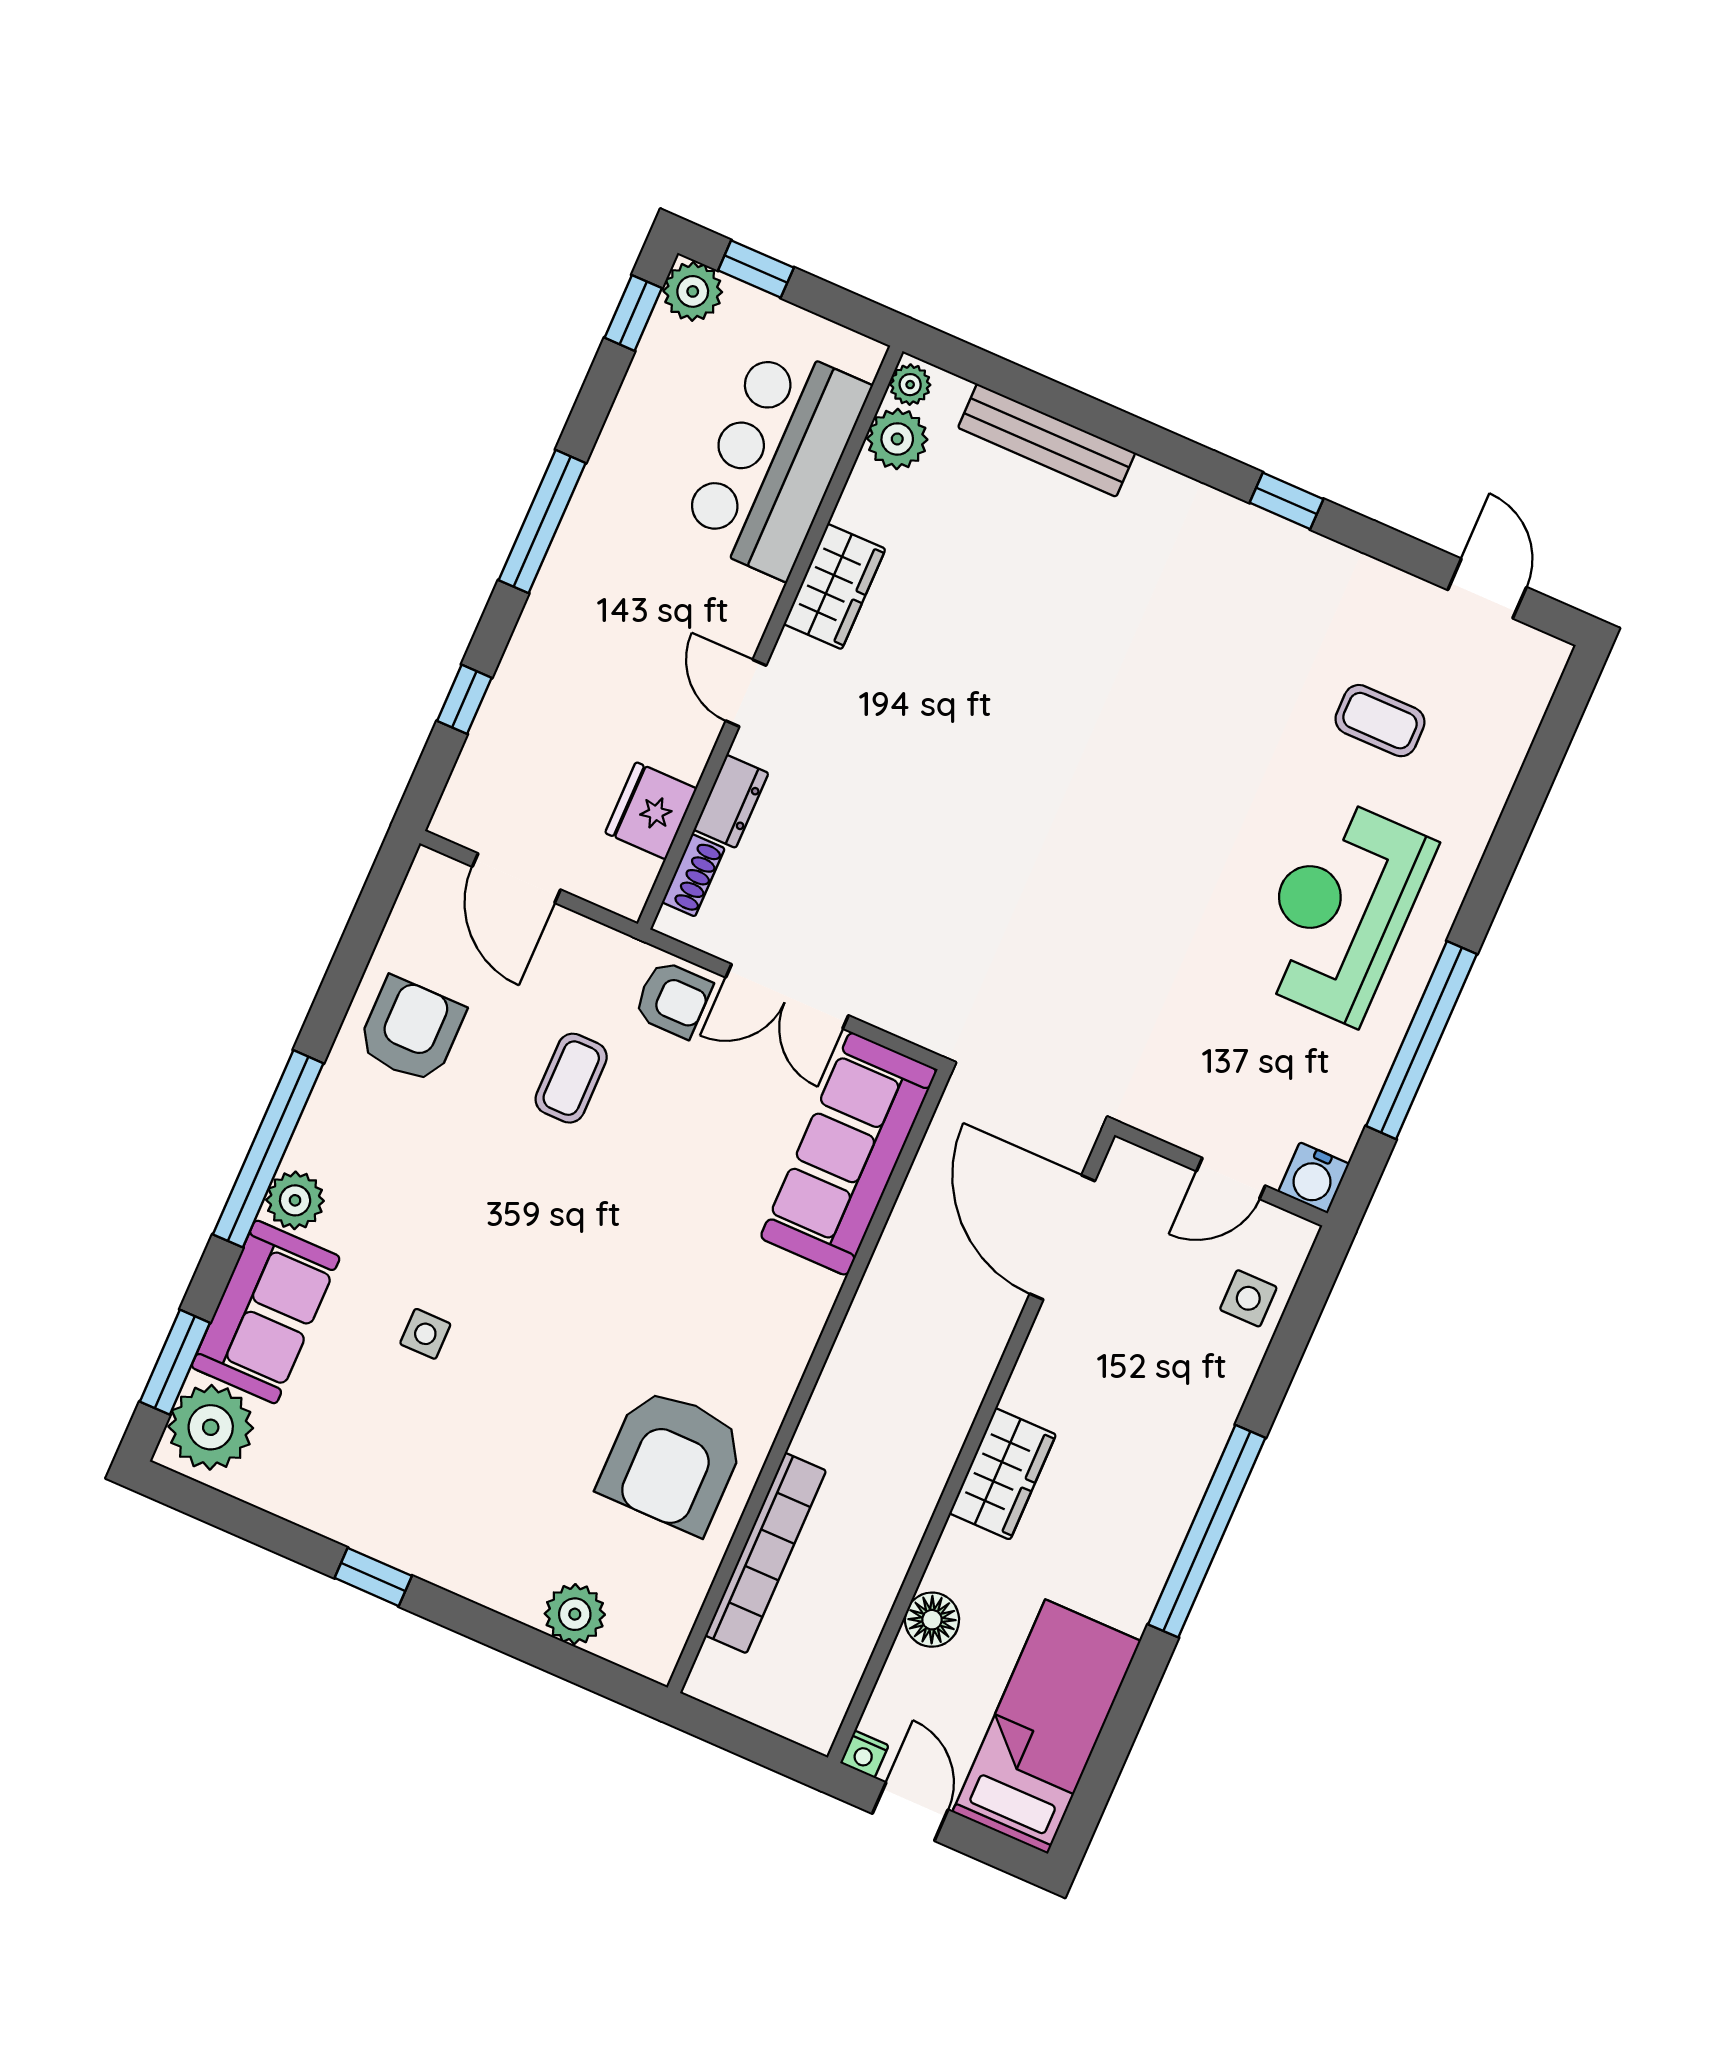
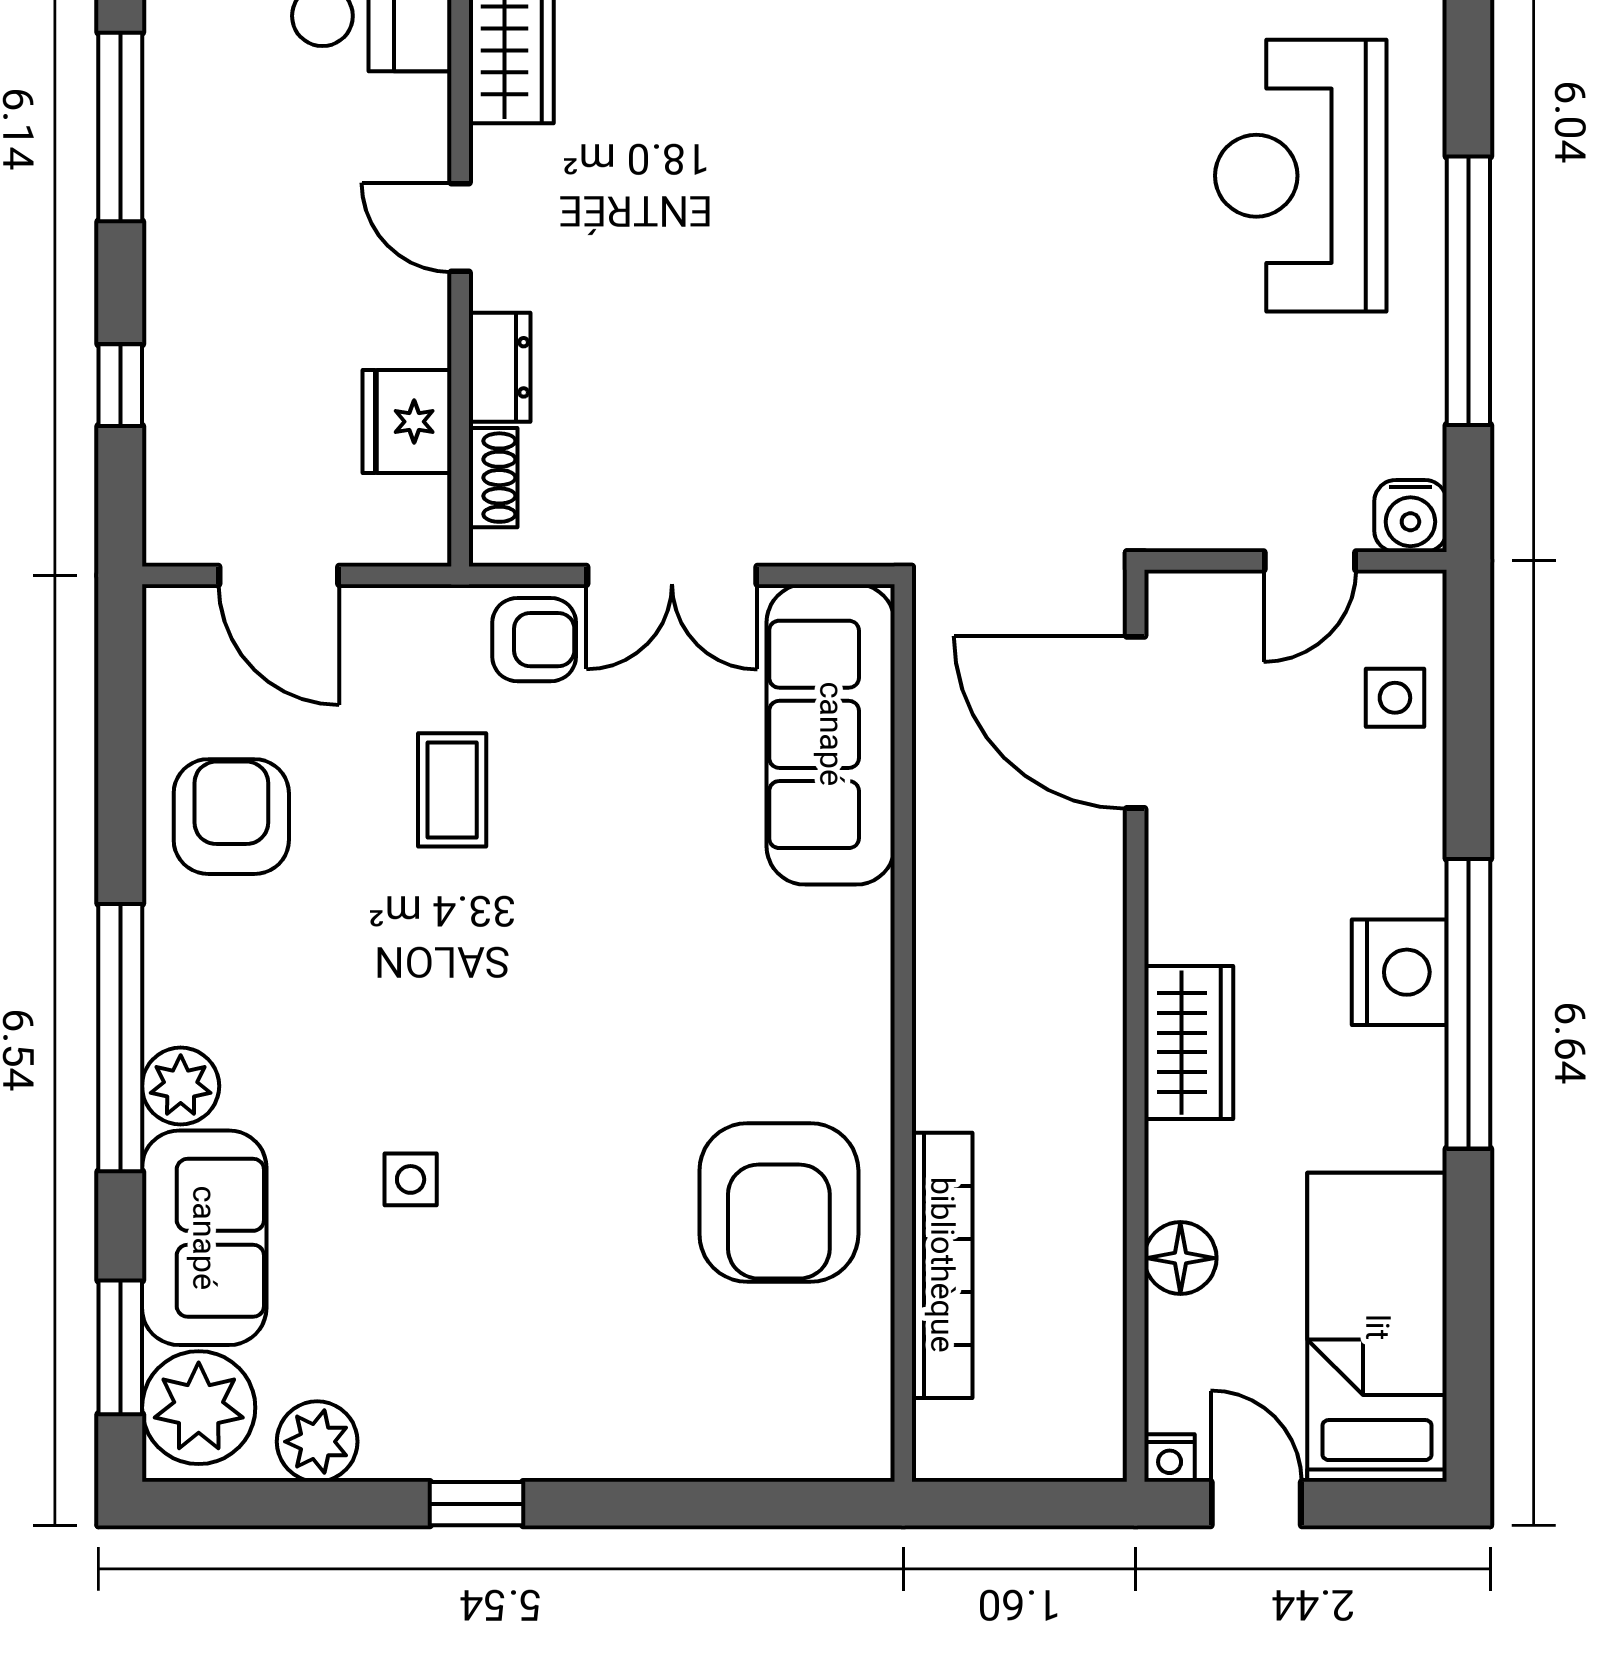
nightstand: (1169, 1489) -> (1399, 972), added
plant: (575, 1614) -> (317, 1442), moved

